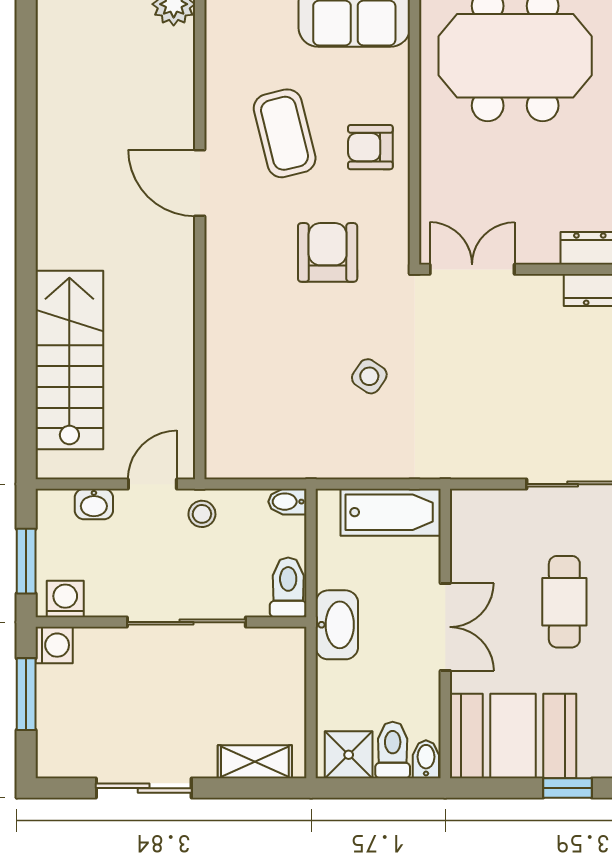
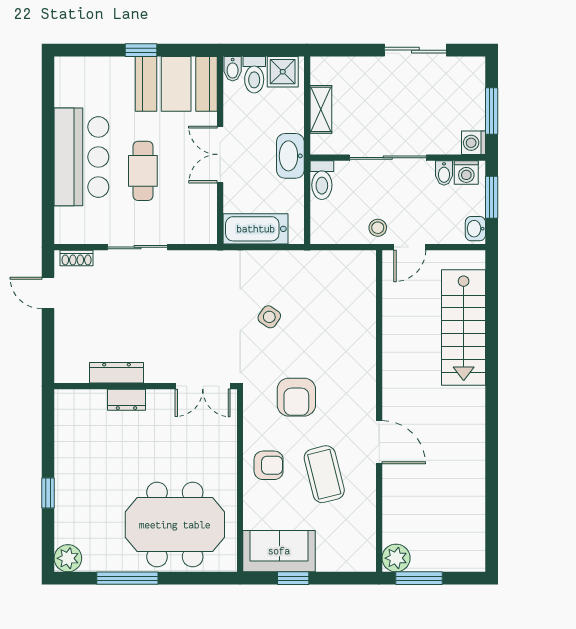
bidet: (287, 502) -> (444, 173), moved, turned 90
washbasin: (94, 504) -> (475, 229), moved, turned -90
shelving: (255, 762) -> (321, 109), moved, turned 90

